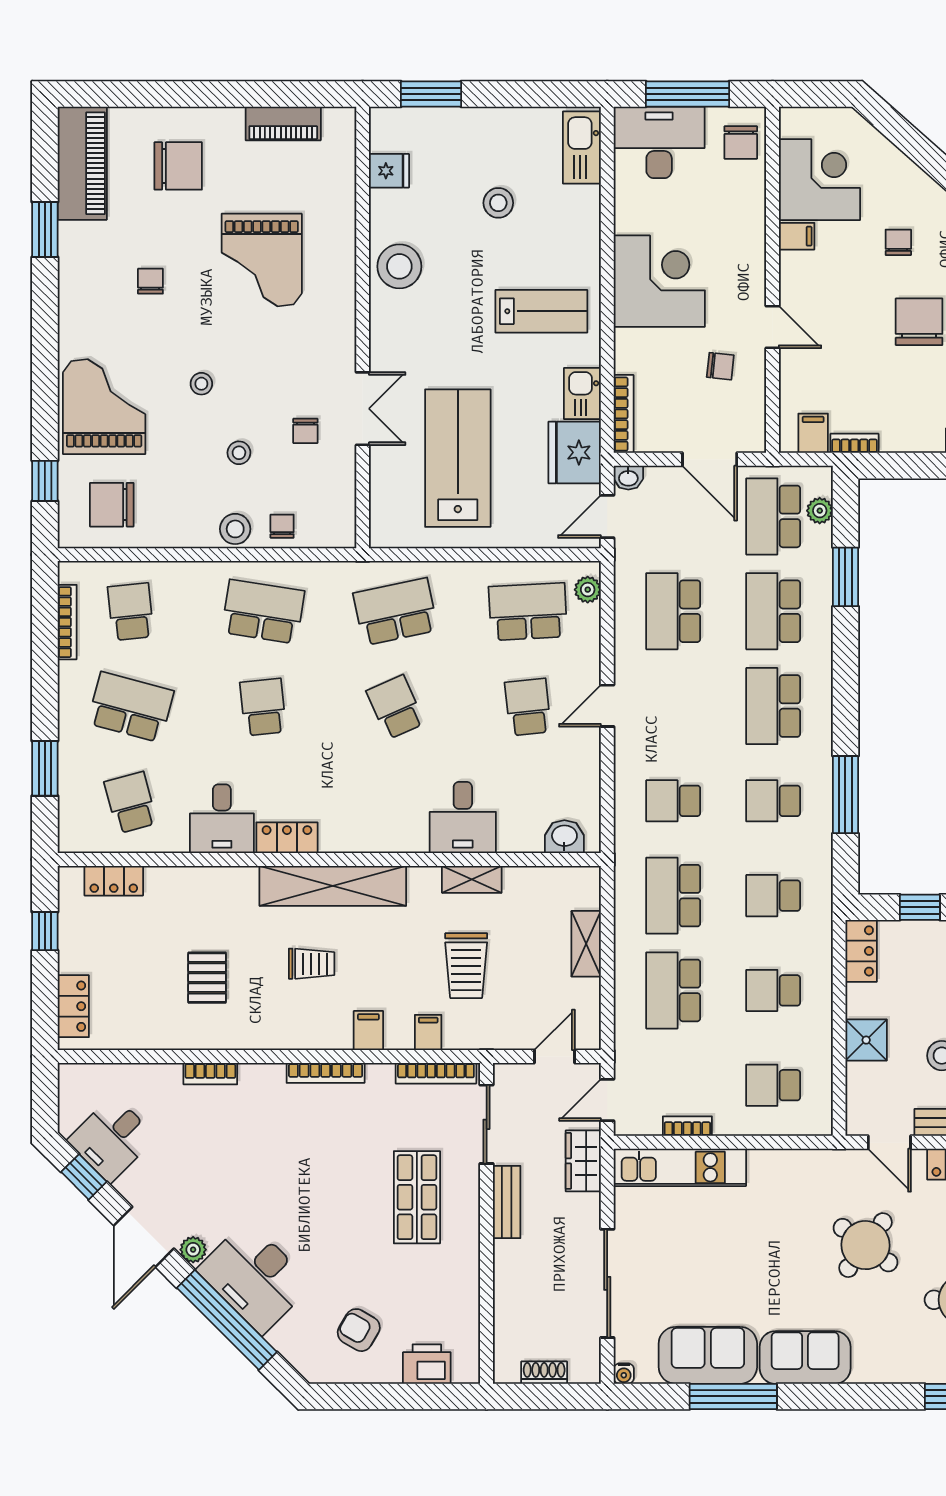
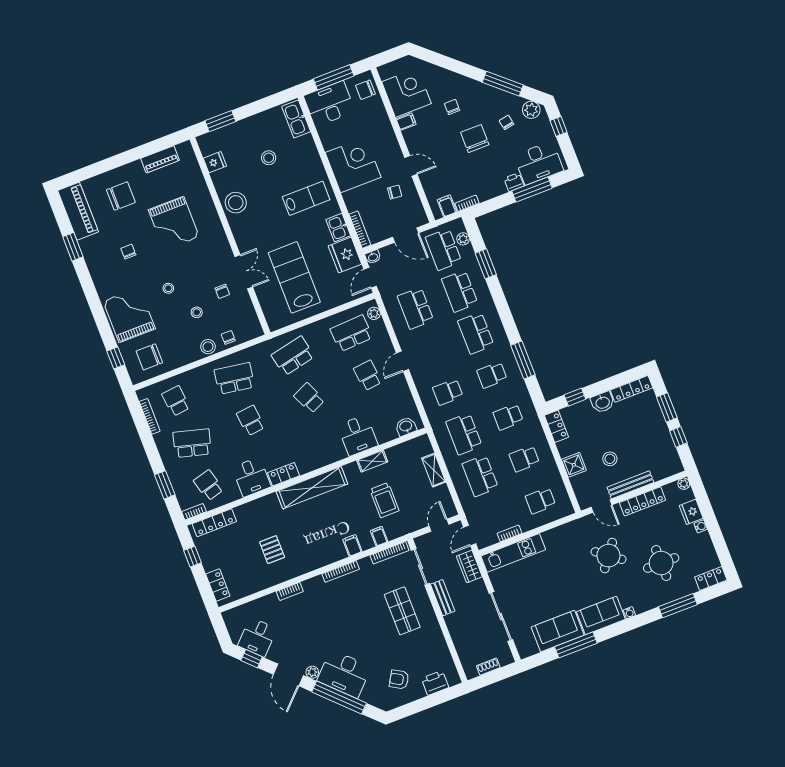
chair: (741, 142) -> (365, 90), turned 90
bookcase: (82, 843) -> (194, 512), added
locker: (114, 881) -> (214, 523), width x1.53
trolley: (312, 964) -> (316, 526), removed
water cooler: (624, 1374) -> (629, 613), moved

